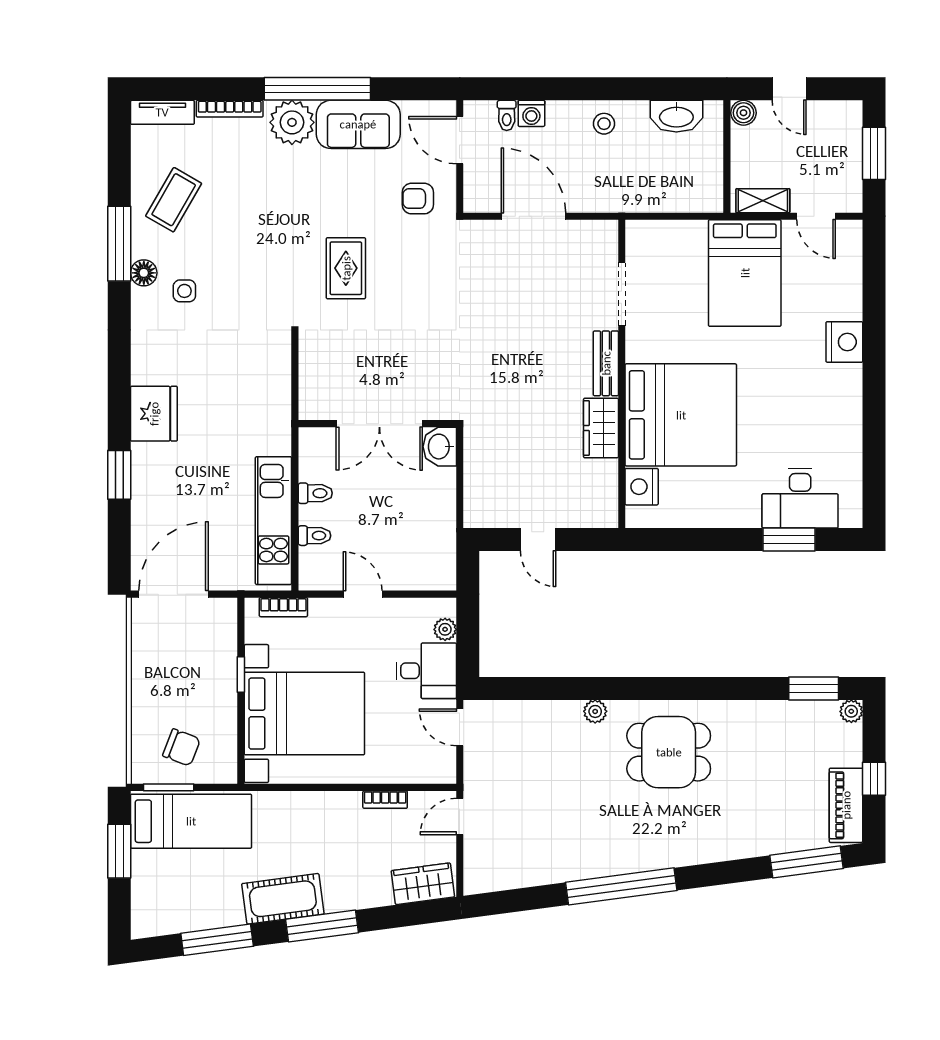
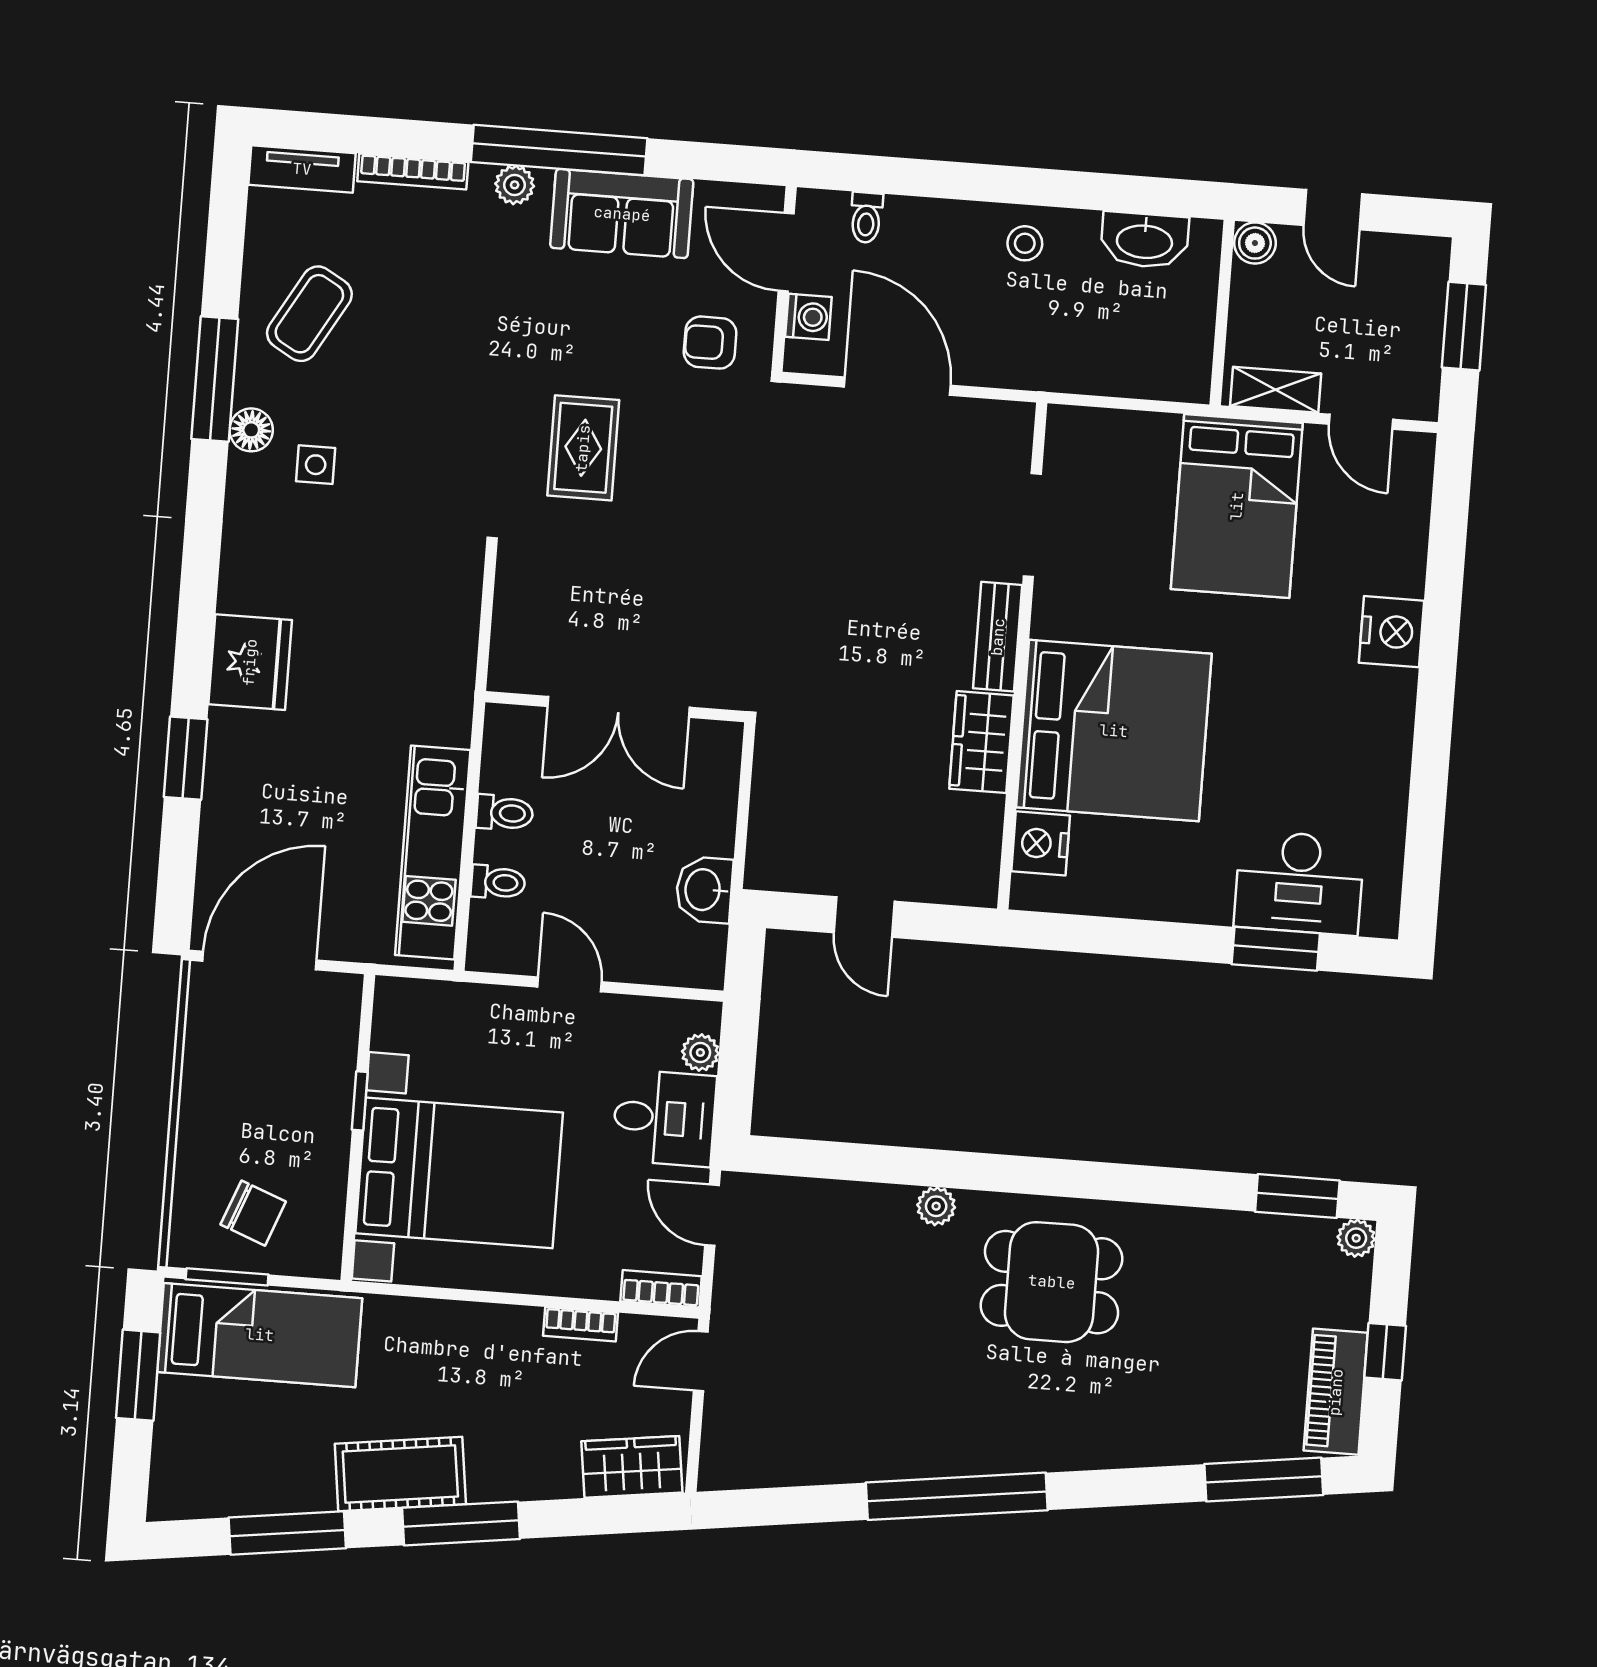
washing machine: (531, 113) -> (808, 317), moved, turned -90
plant: (292, 122) -> (515, 185), width x0.53, depth x0.53
washbasin: (440, 447) -> (704, 890), moved
bookcase: (283, 607) -> (661, 1289), moved, turned 180

